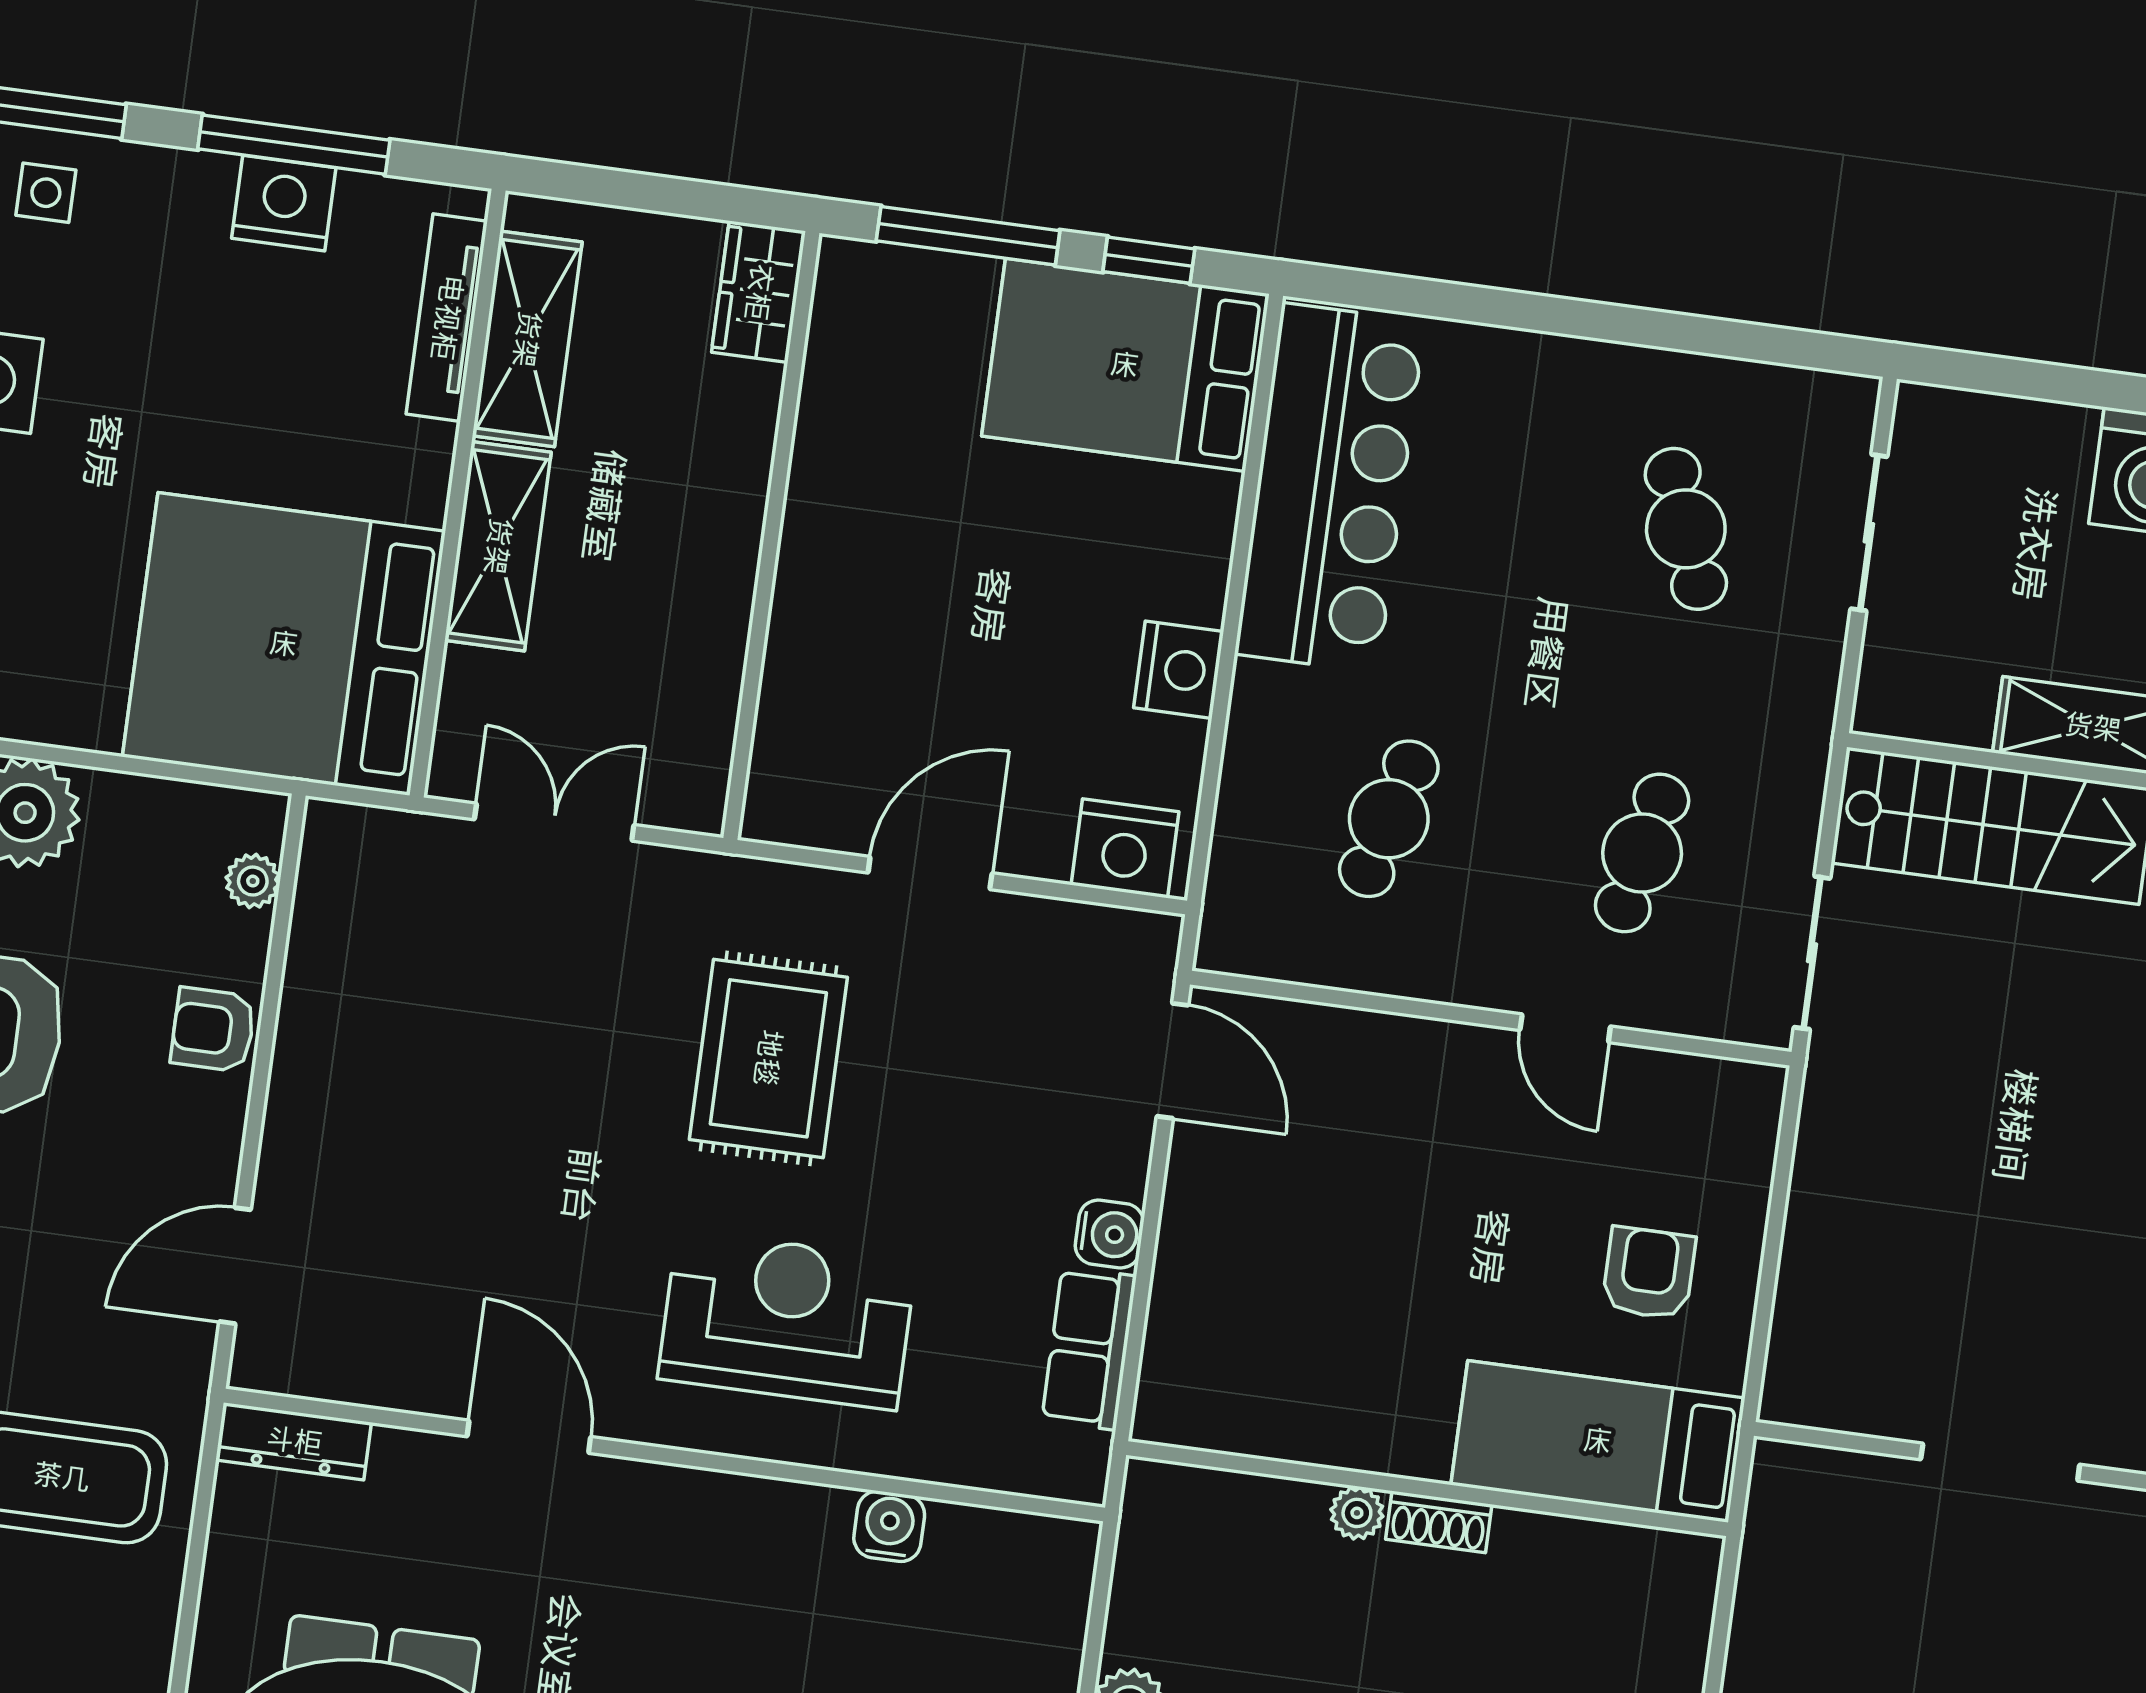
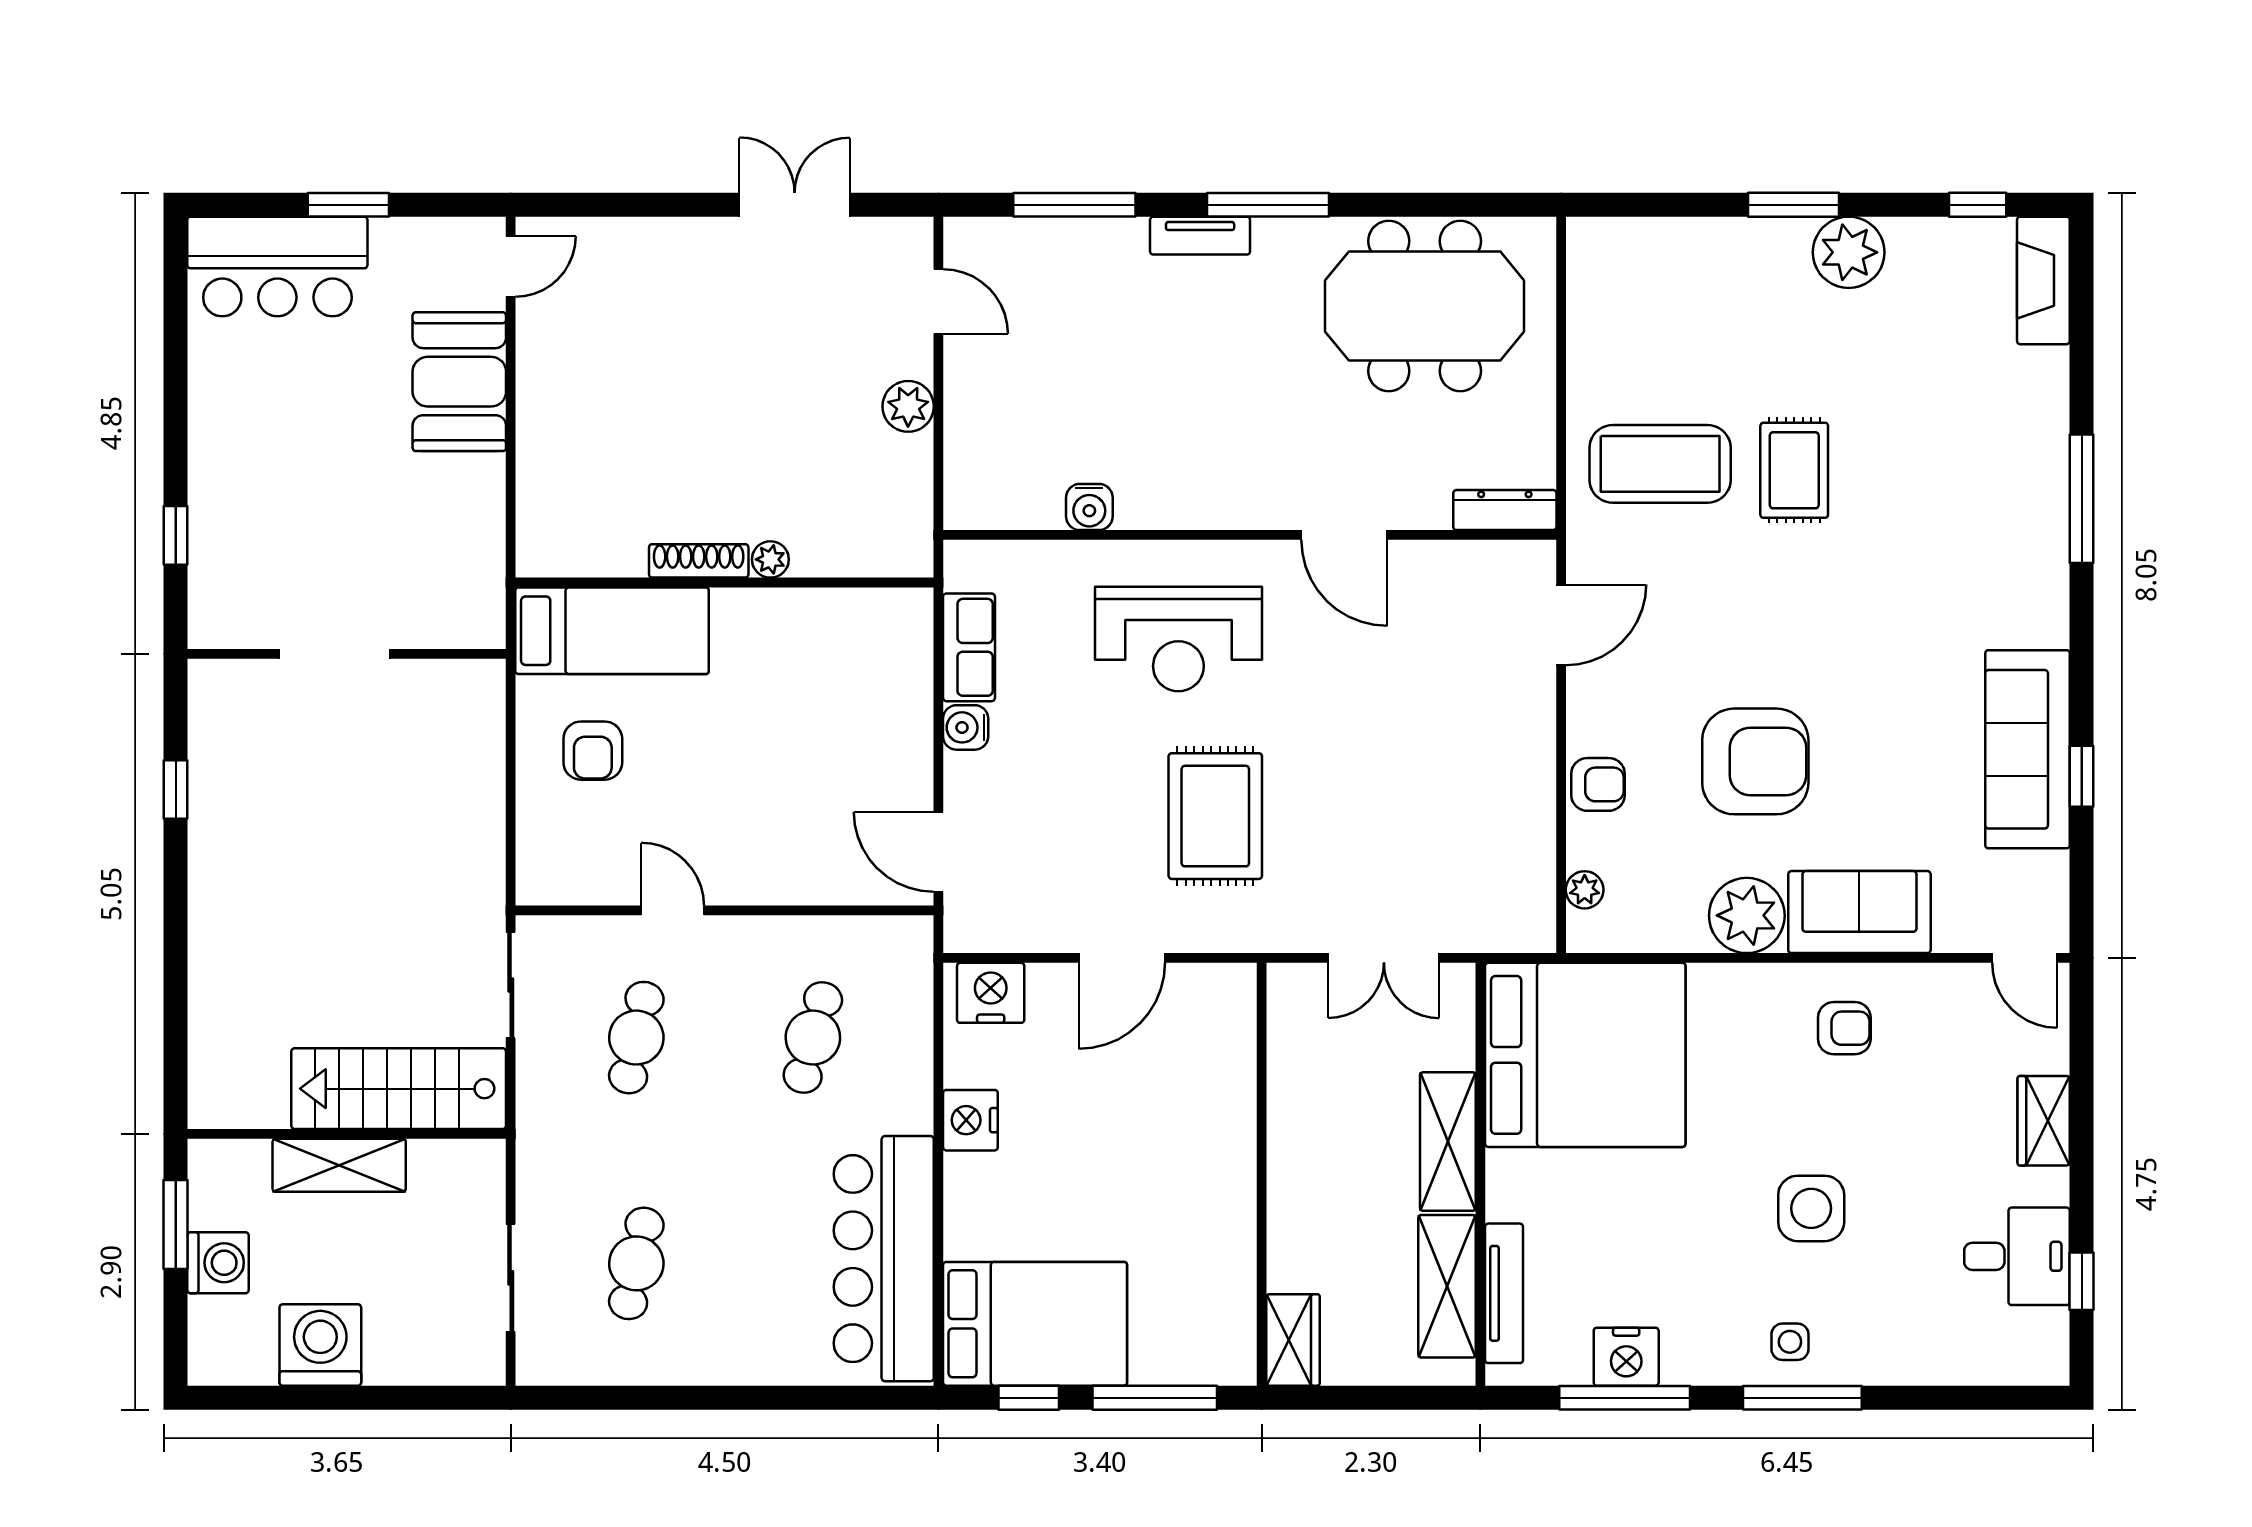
cafe table: (1686, 529) -> (636, 1263), turned 33
shoe rack: (1439, 1522) -> (699, 561), width x1.43

